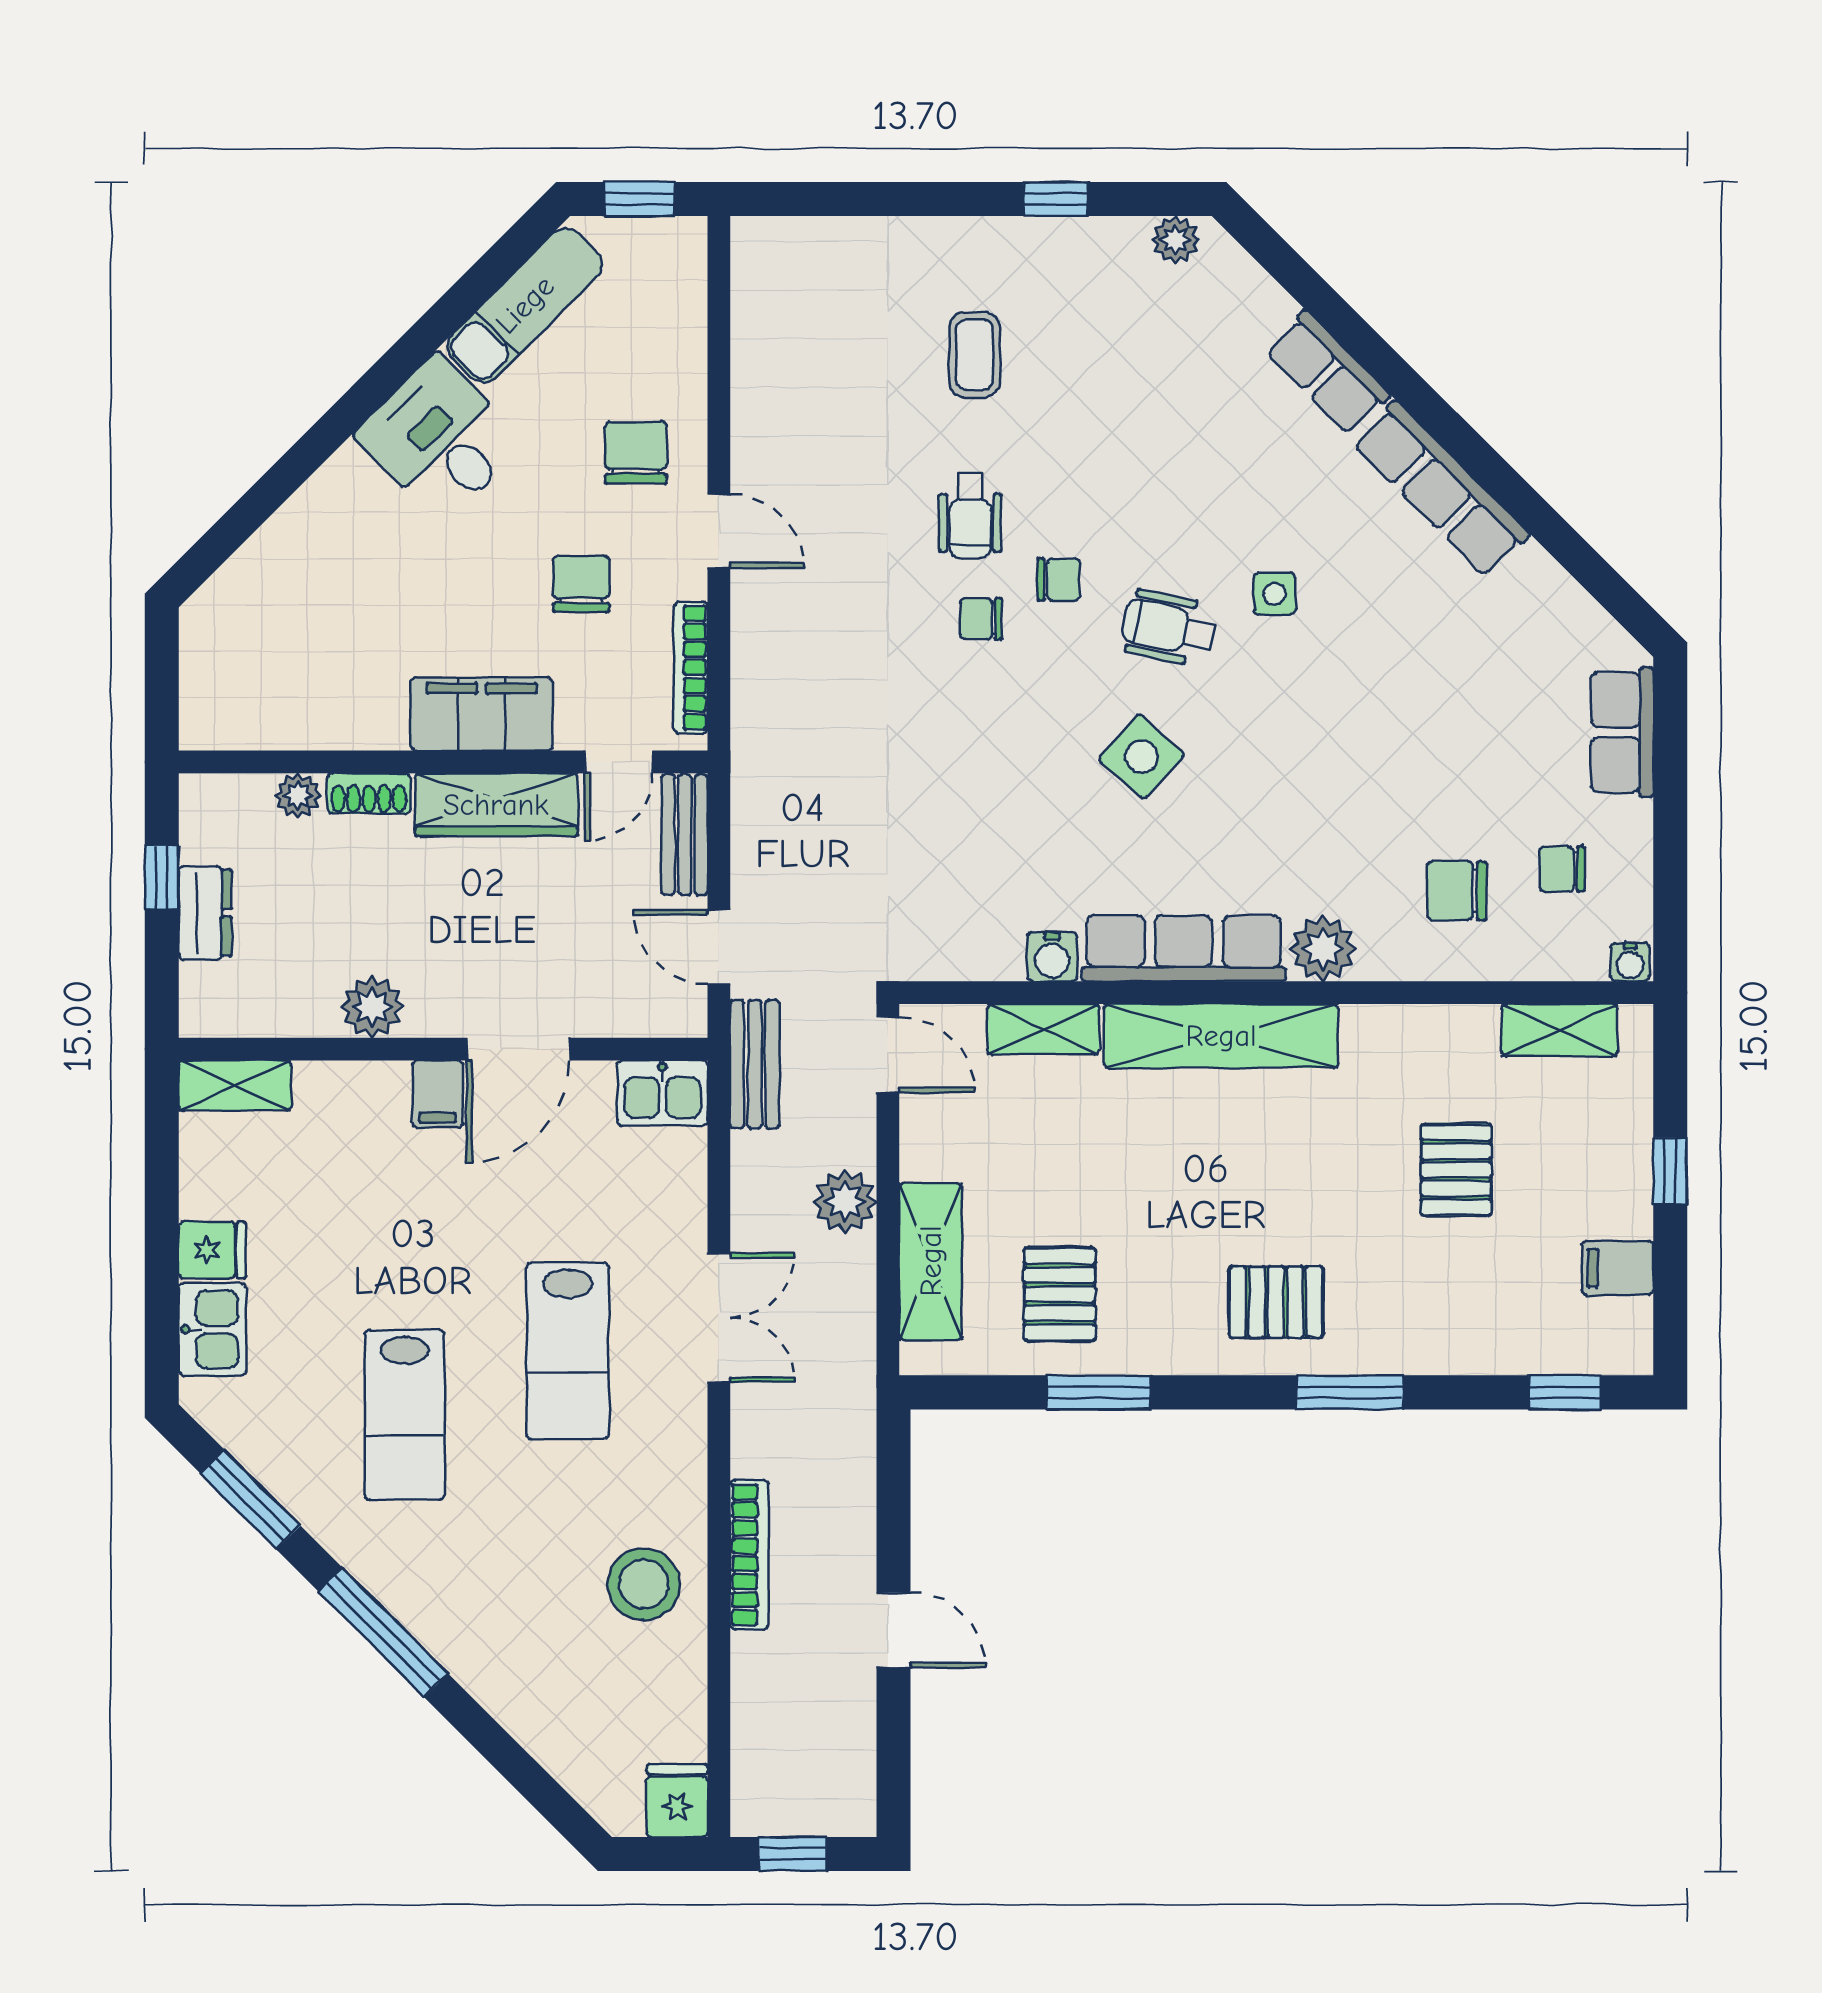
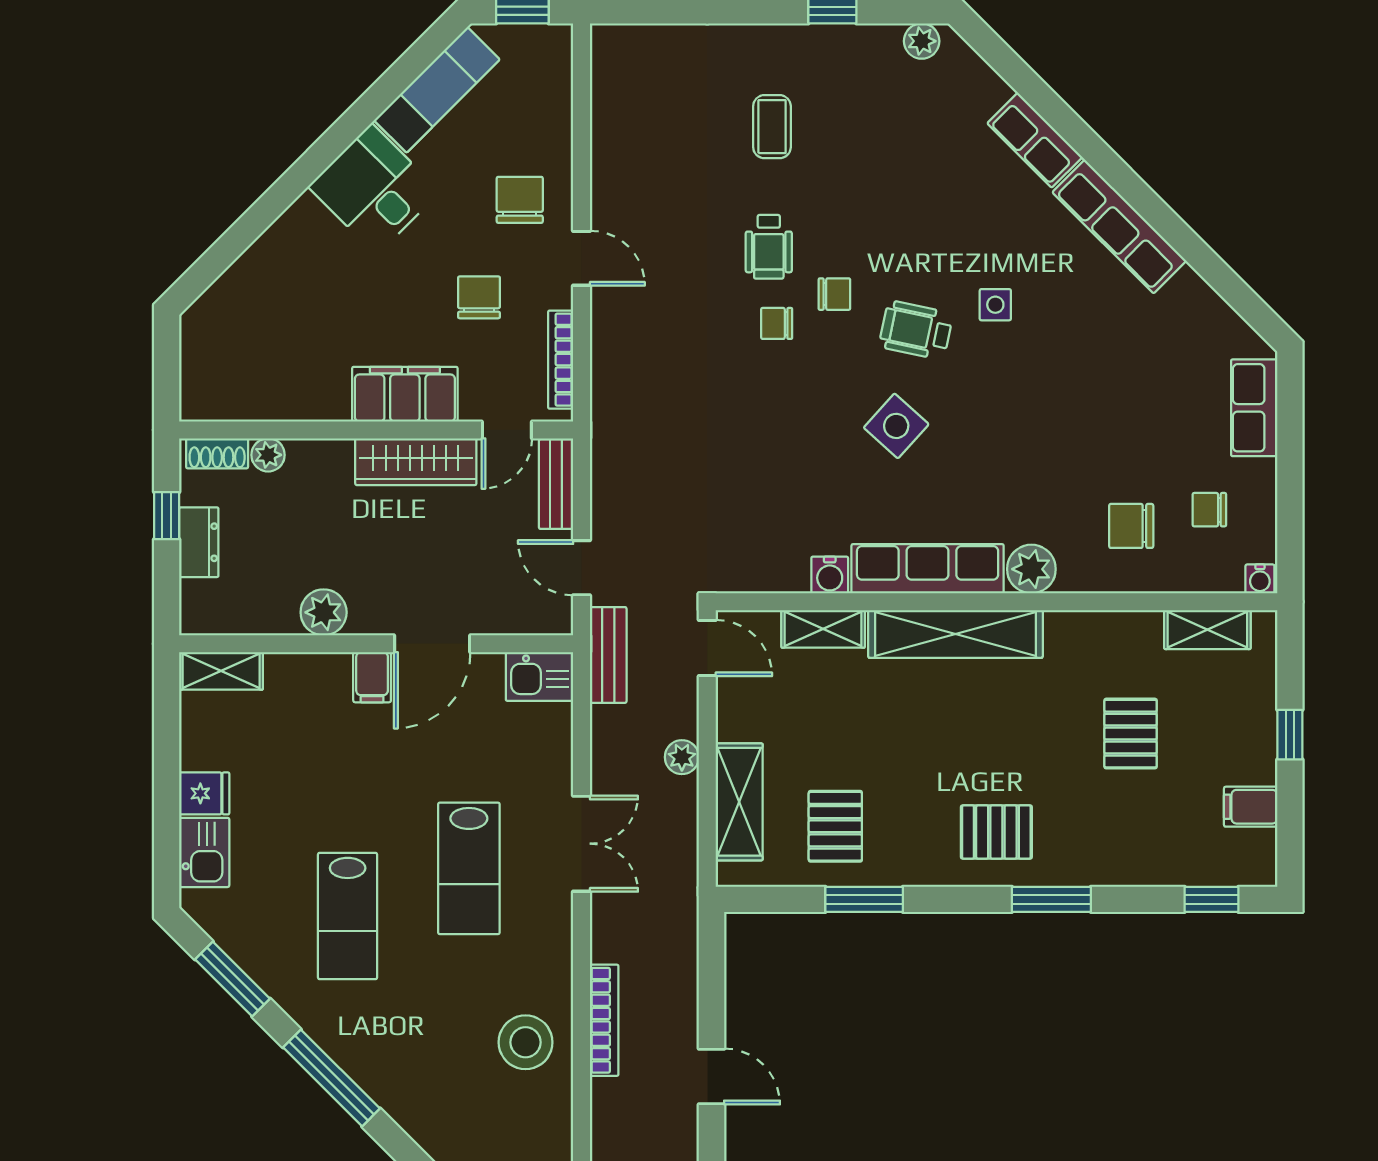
shoe rack: (369, 793) -> (217, 453), moved
plant: (845, 1201) -> (682, 757), width x0.73, depth x0.73

